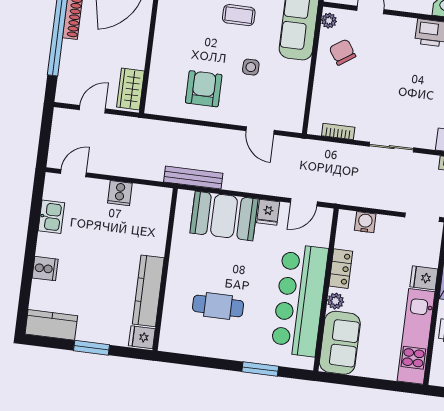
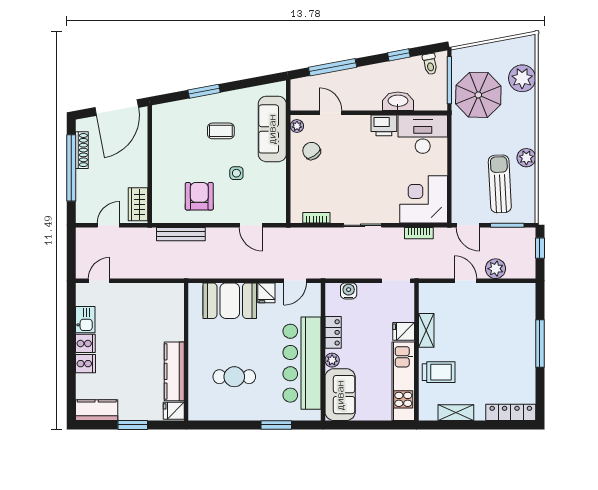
bench: (193, 178) -> (181, 234), moved
cooker: (120, 193) -> (85, 343), moved, turned -90

